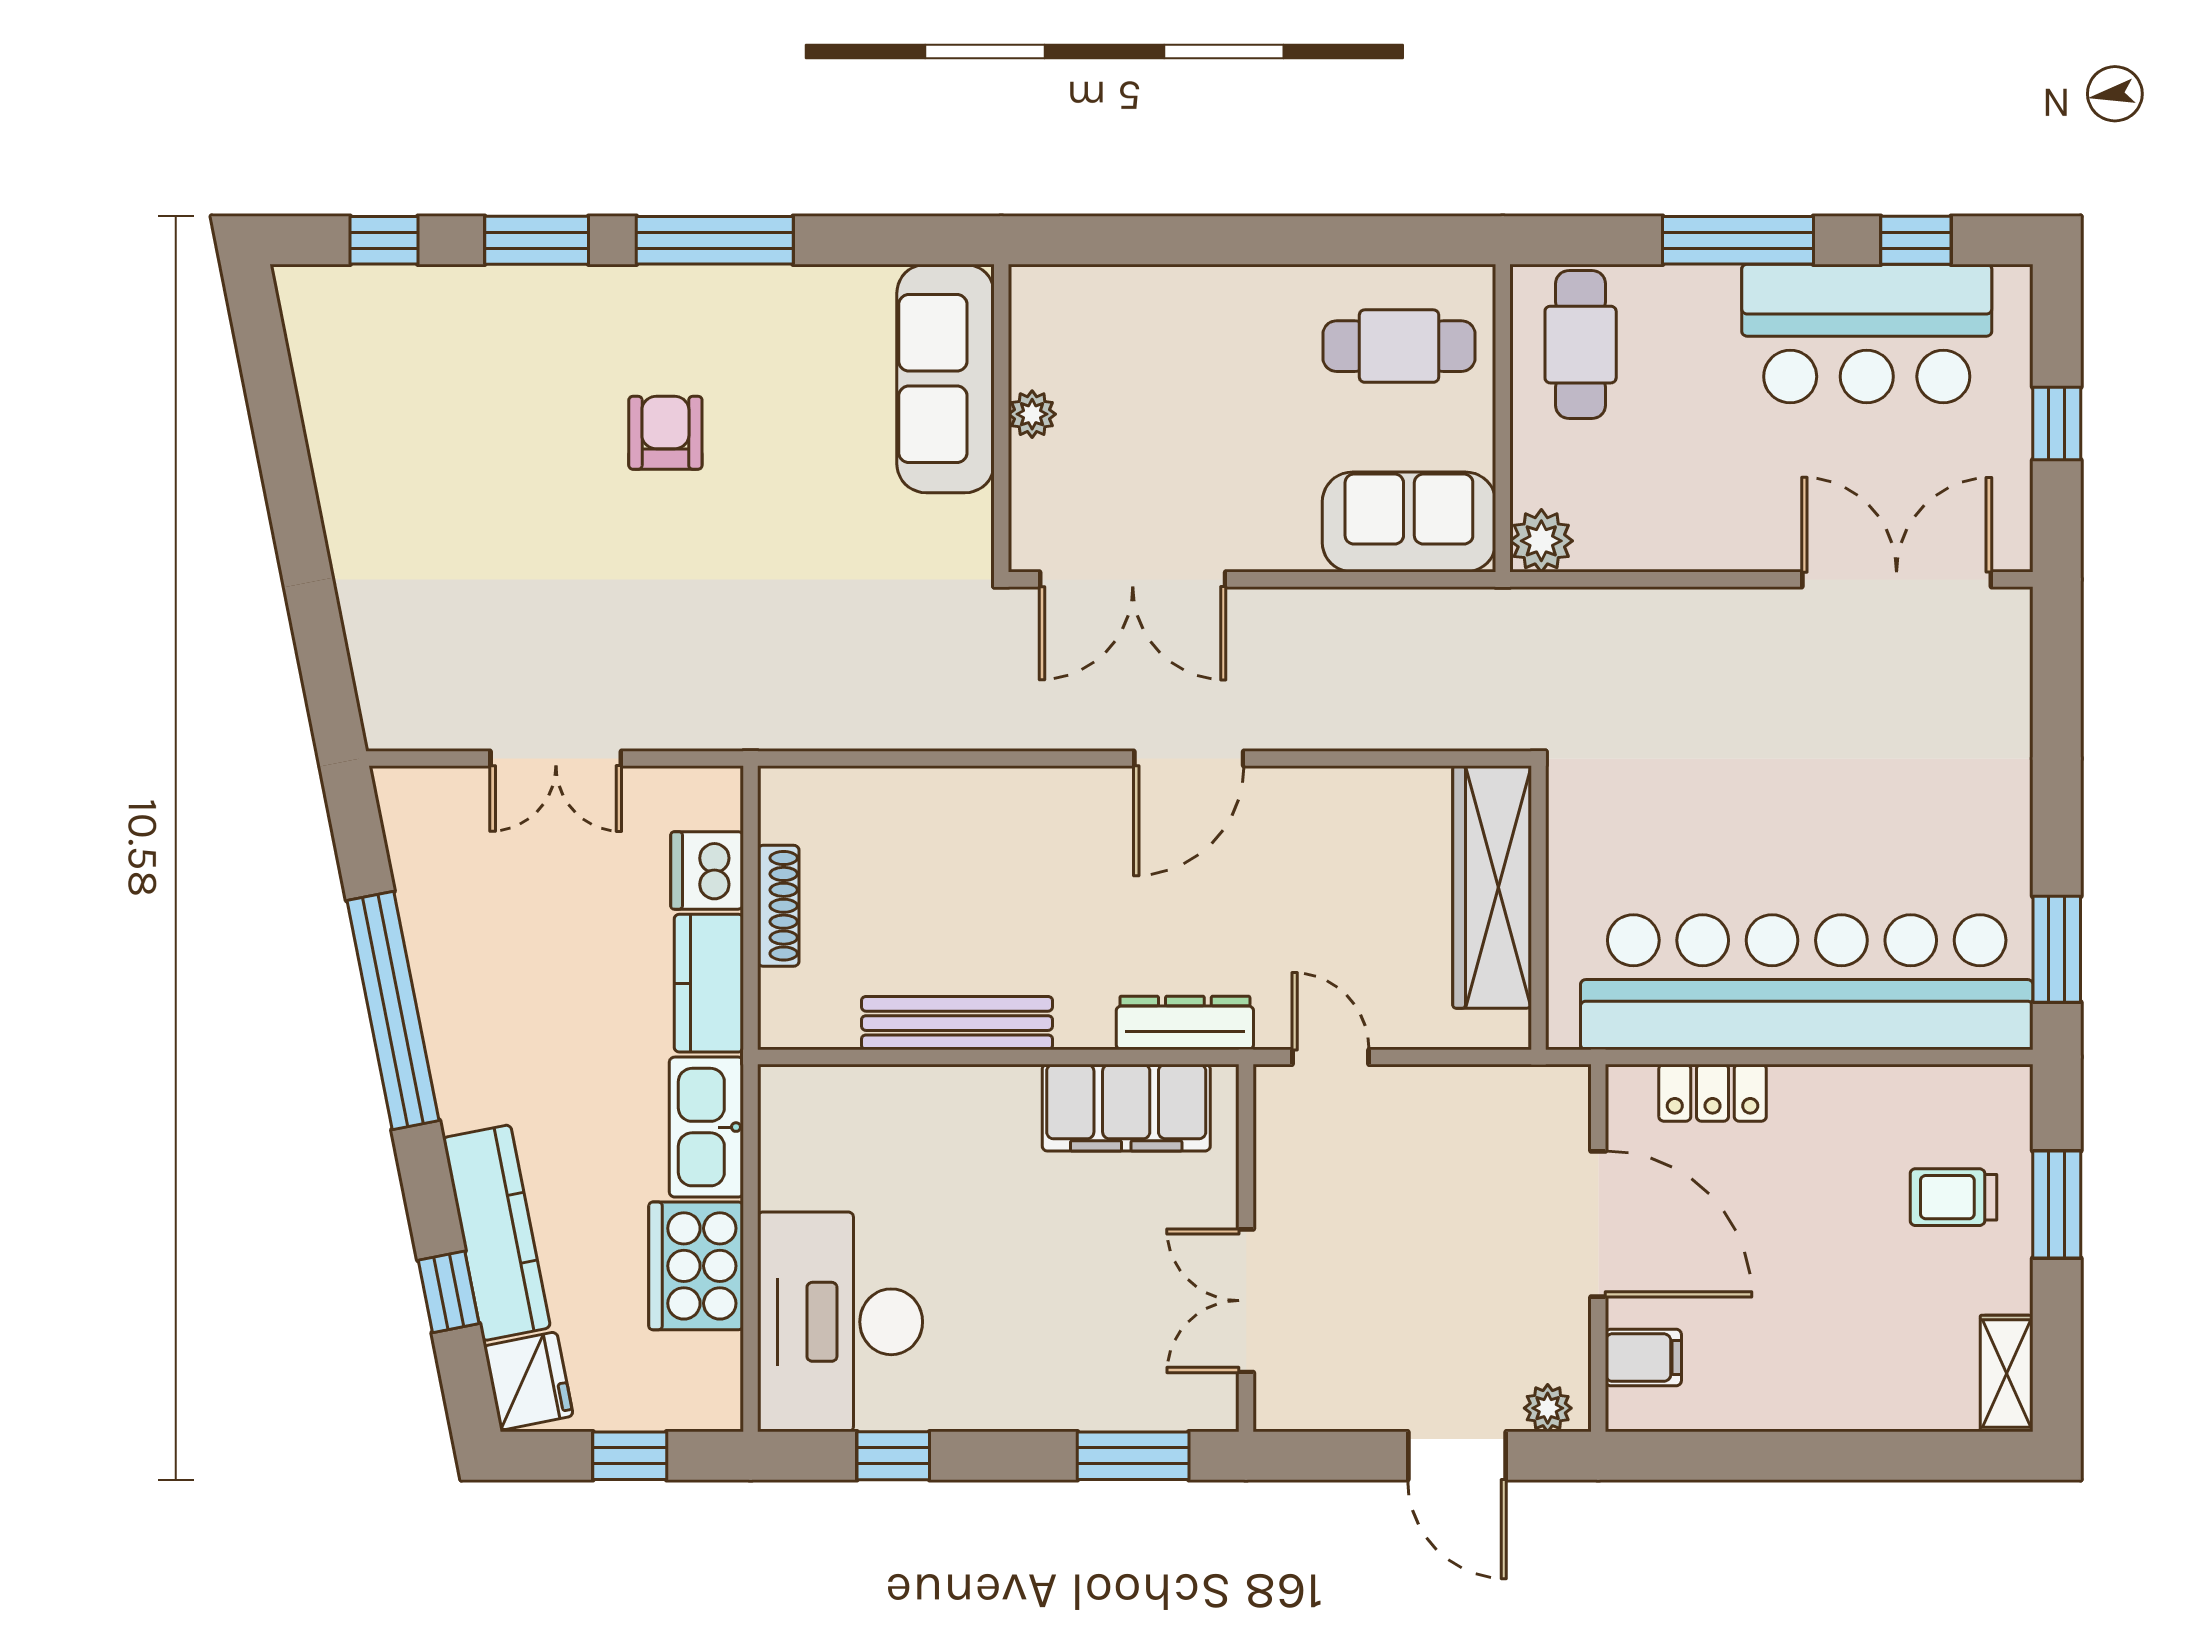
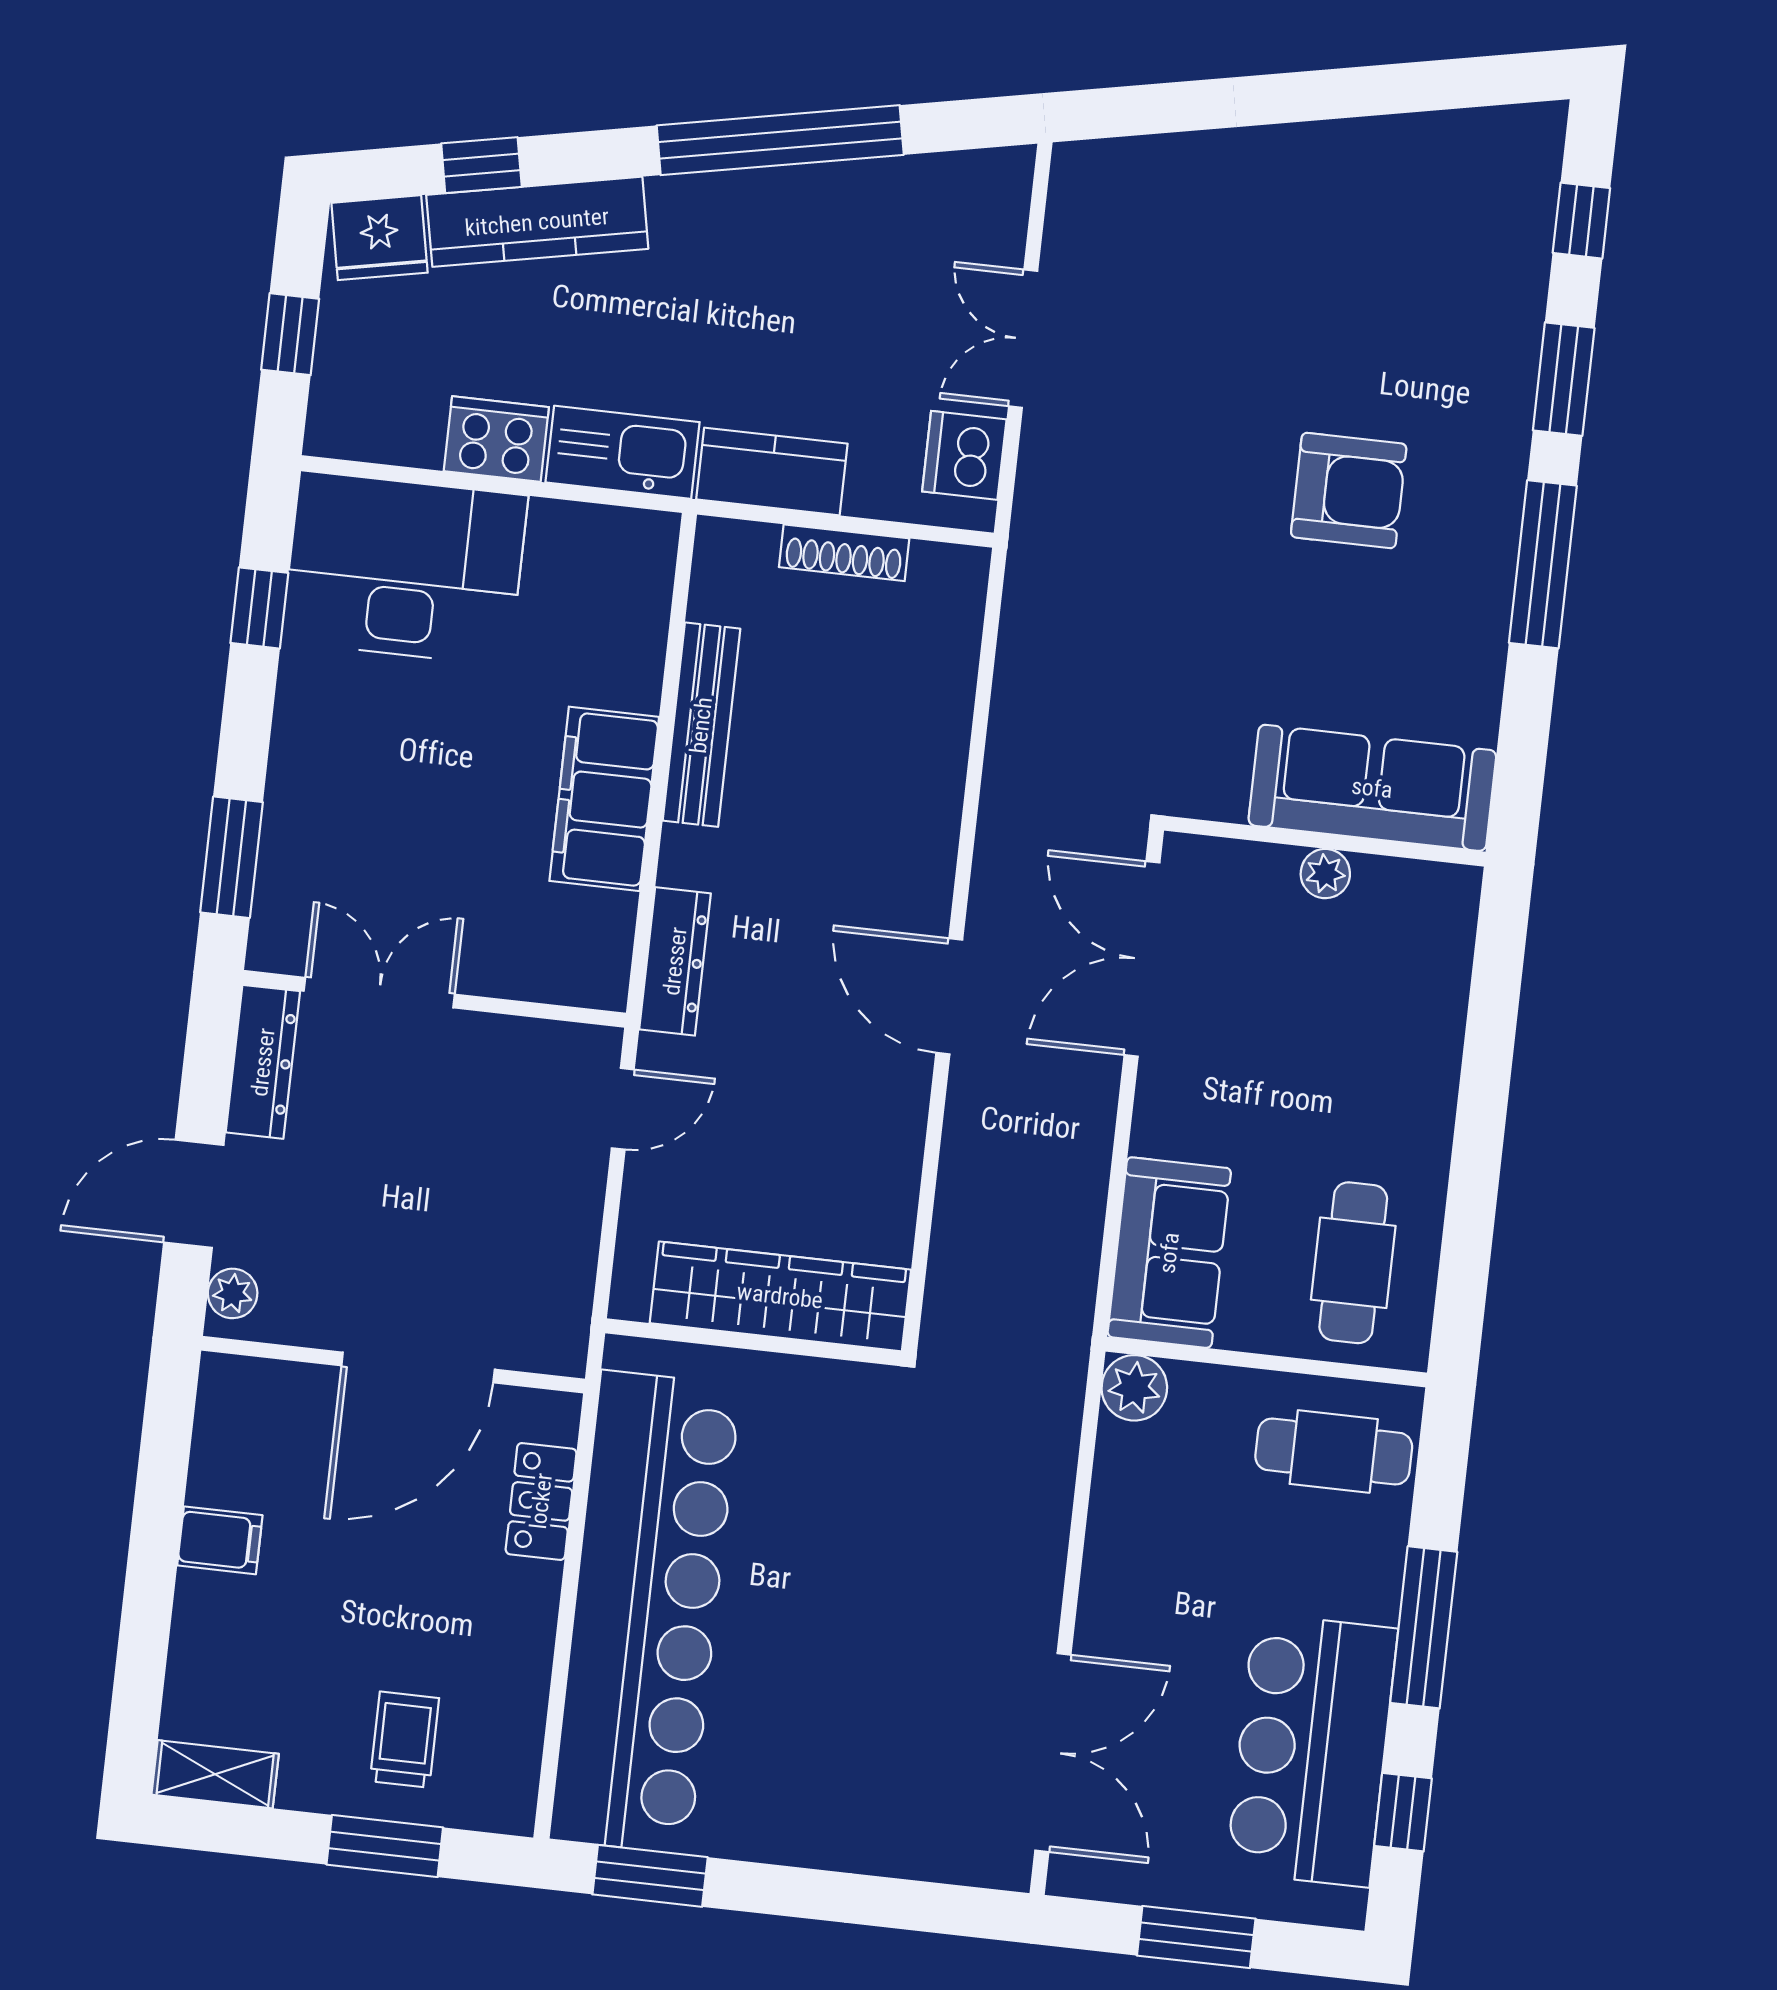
window: (2057, 424) -> (1196, 1937), width x1.50
armchair: (665, 433) -> (1349, 491), width x1.38, depth x1.38
dishwasher: (707, 870) -> (964, 455), moved, turned -90
filing cabinet: (1126, 1108) -> (604, 799), moved
cooker: (696, 1266) -> (496, 439), width x0.73, depth x0.76
filing cabinet: (1643, 1358) -> (220, 1540), moved, turned -90
dresser: (1324, 1404) -> (263, 1062), added

